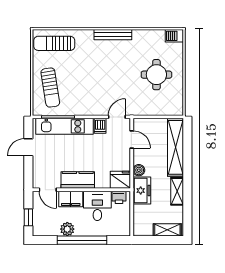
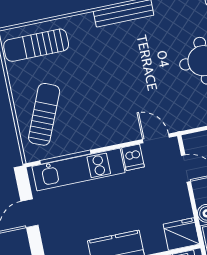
sun lounger: (50, 87) -> (44, 114), turned -148
door: (117, 117) -> (156, 138), hinge flipped

